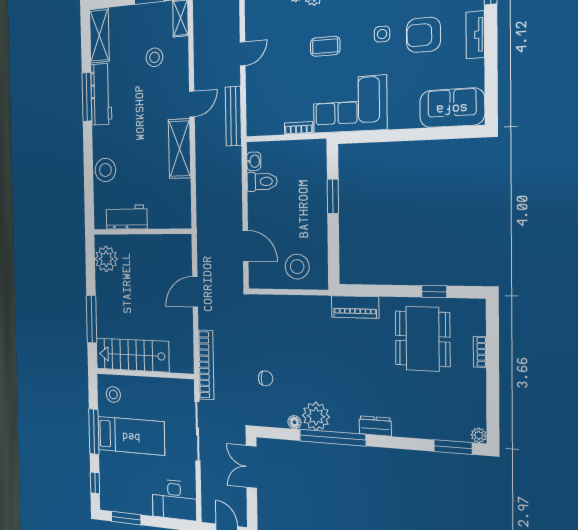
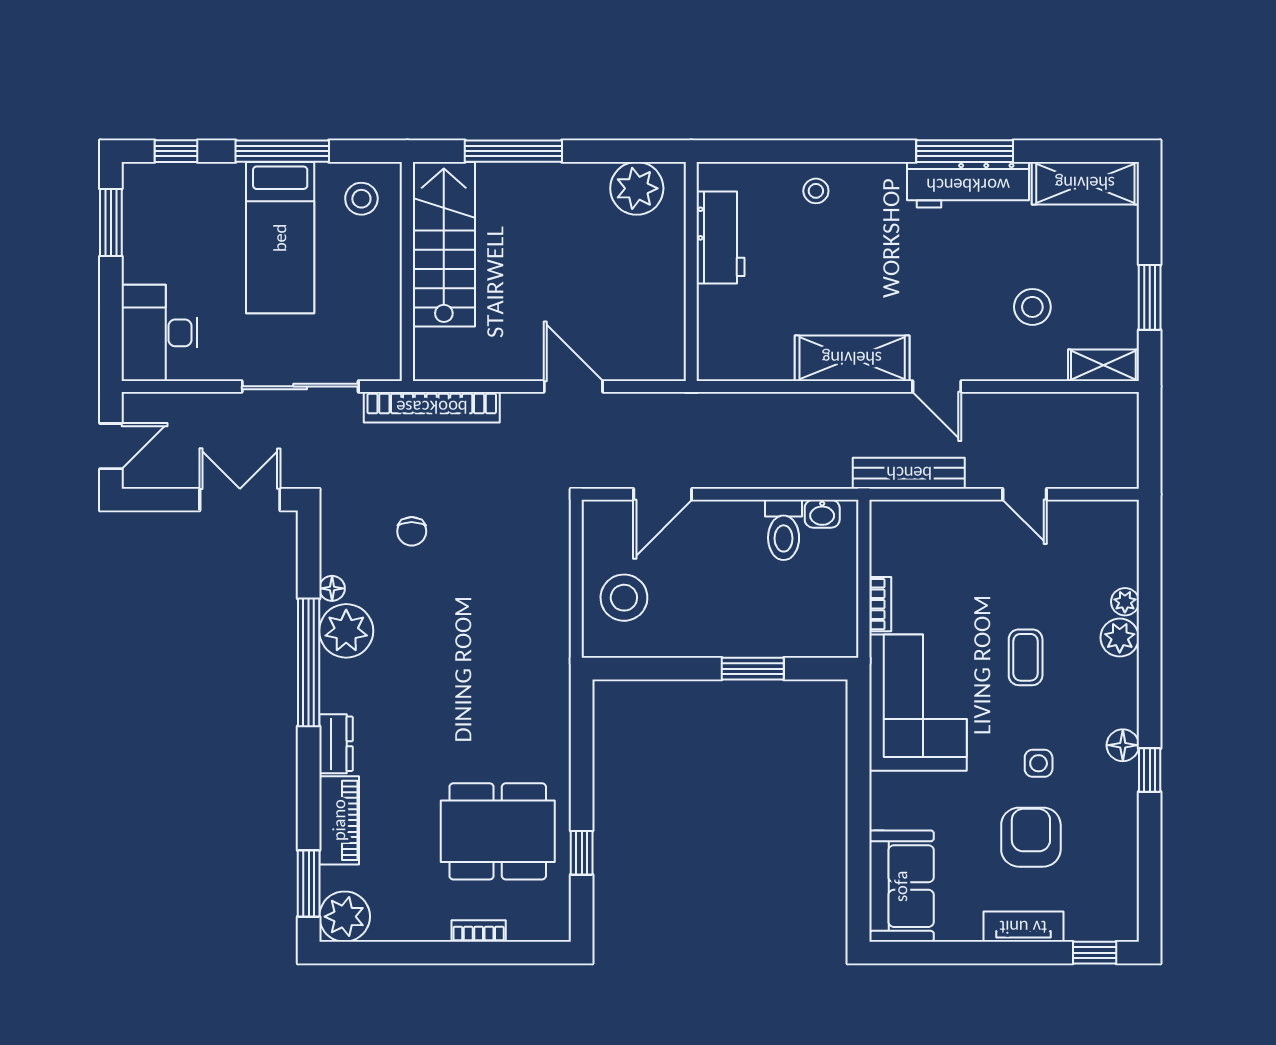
stool: (105, 170) -> (816, 191), width x0.53, depth x0.53
piano: (355, 307) -> (339, 820), moved, turned 180
plant: (479, 435) -> (345, 917), width x1.88, depth x1.88

